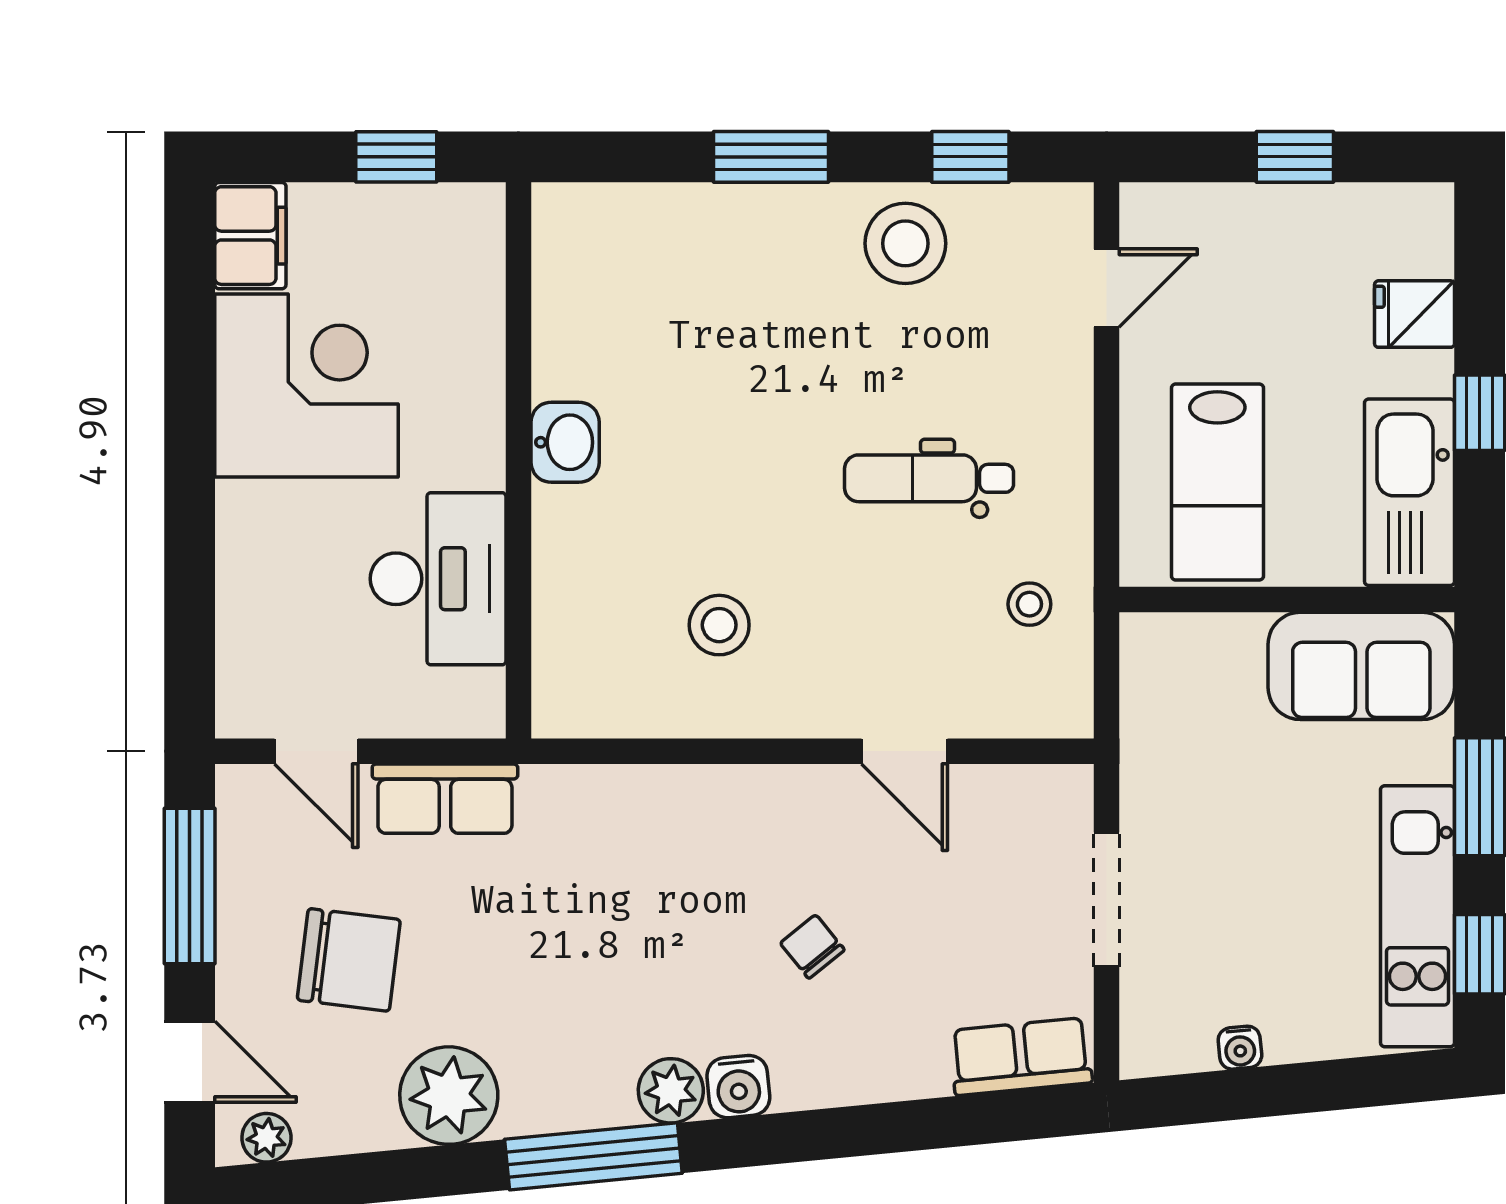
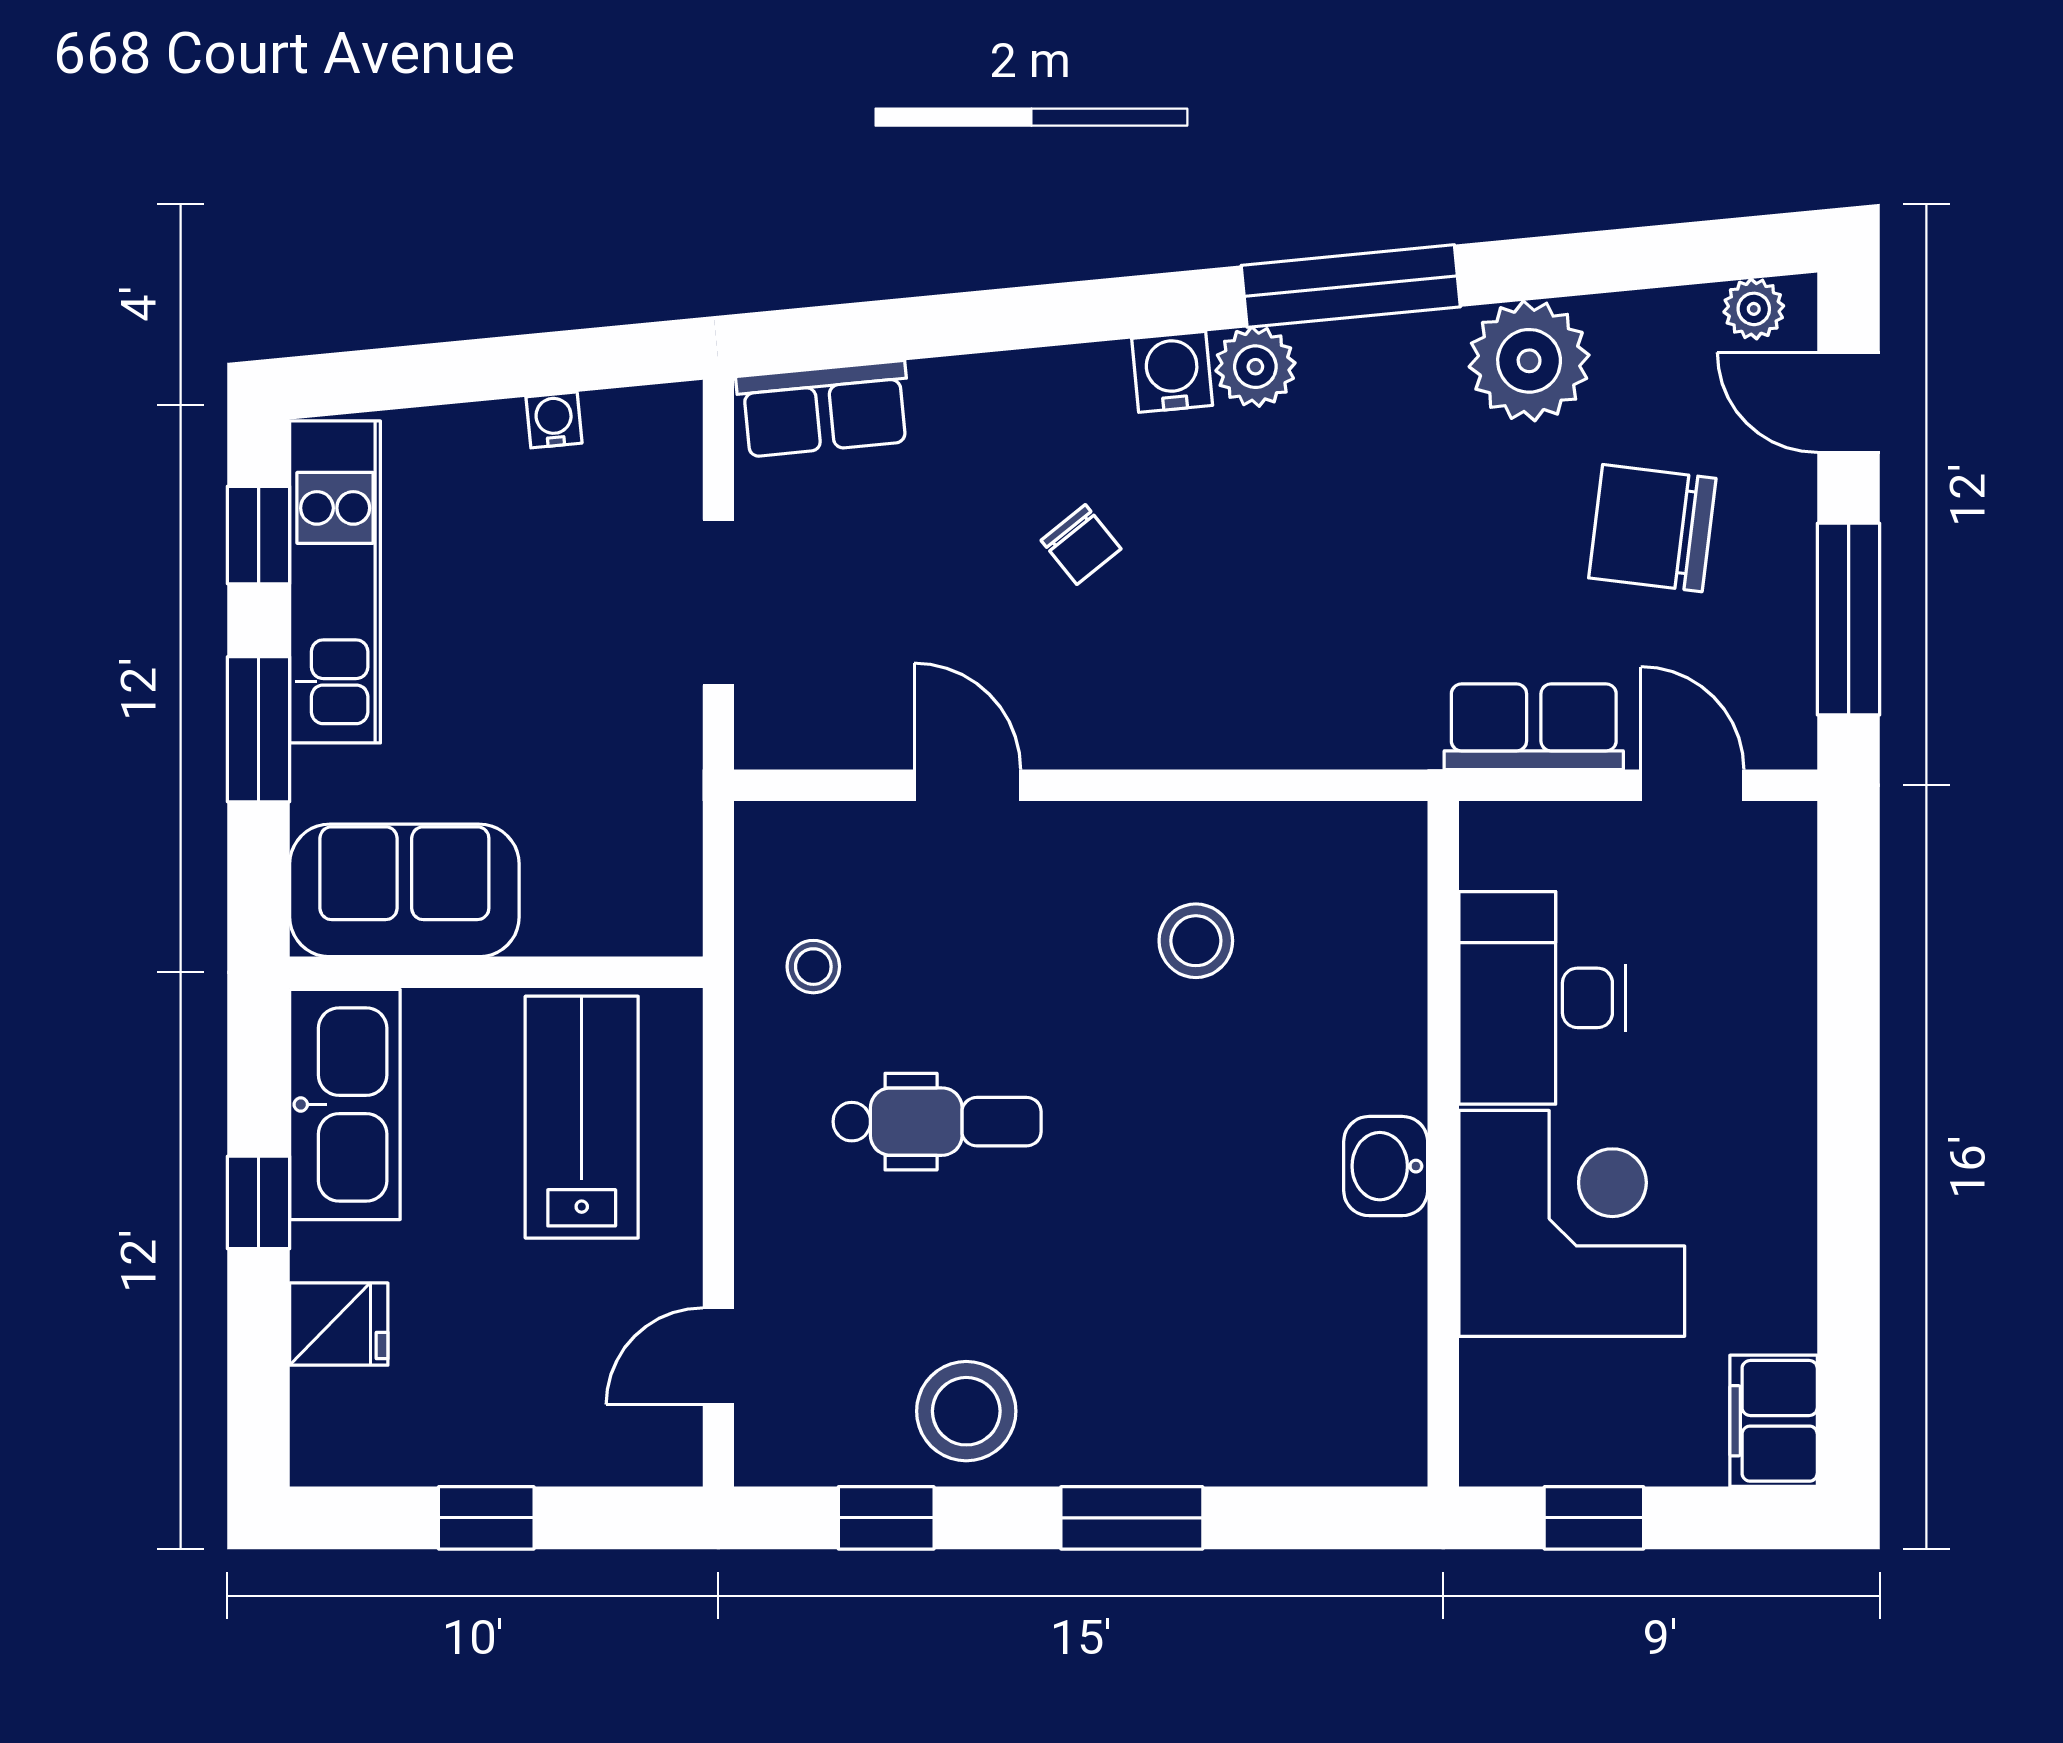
corner desk: (307, 386) -> (1572, 1223), moved, turned 180

